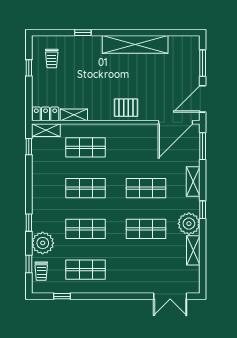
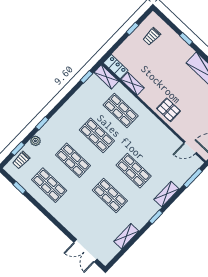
door: (175, 122) -> (190, 148), width x0.53
plant: (189, 224) -> (139, 217), removed
plant: (43, 243) -> (35, 141), width x0.53, depth x0.53

